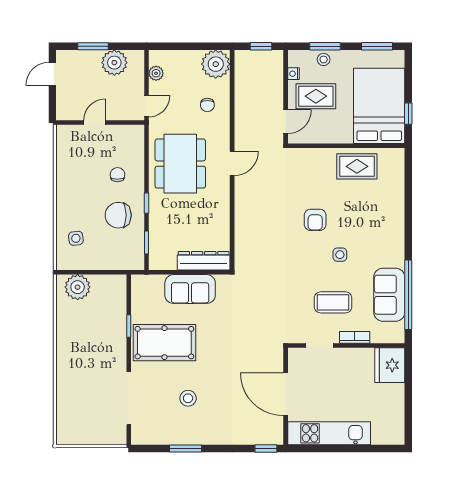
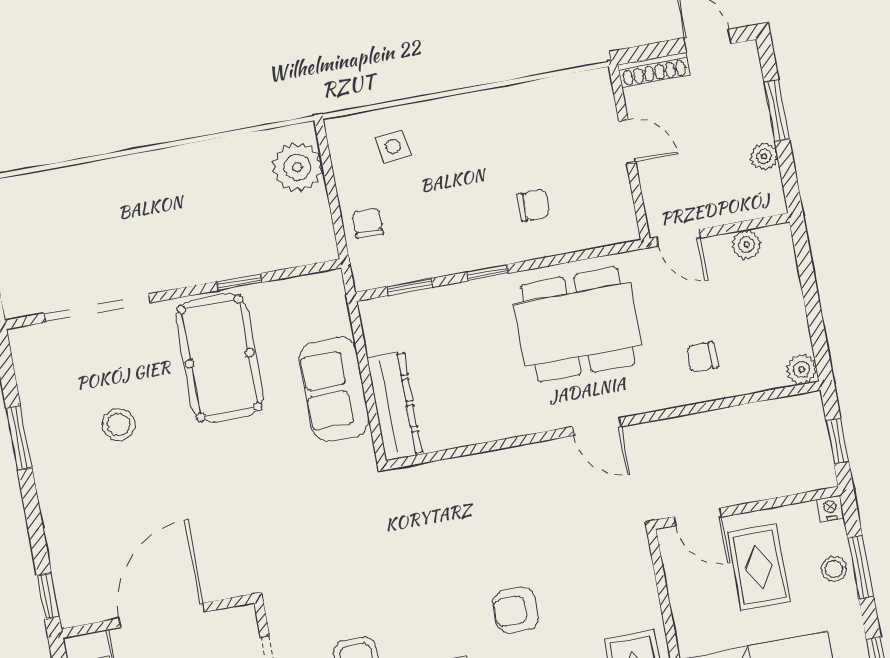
plant: (114, 63) -> (764, 156), width x0.53, depth x0.53
plant: (216, 64) -> (801, 369), width x0.53, depth x0.53
nightstand: (293, 74) -> (830, 508), moved
shoe rack: (62, 103) -> (654, 70), added
chair: (118, 215) -> (368, 223), moved, width x0.54, depth x0.54

